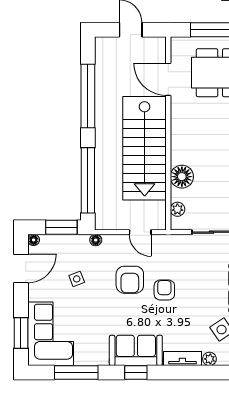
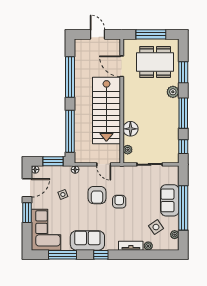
window: (21, 333) -> (27, 213), moved
sofa: (136, 350) -> (87, 240), moved

